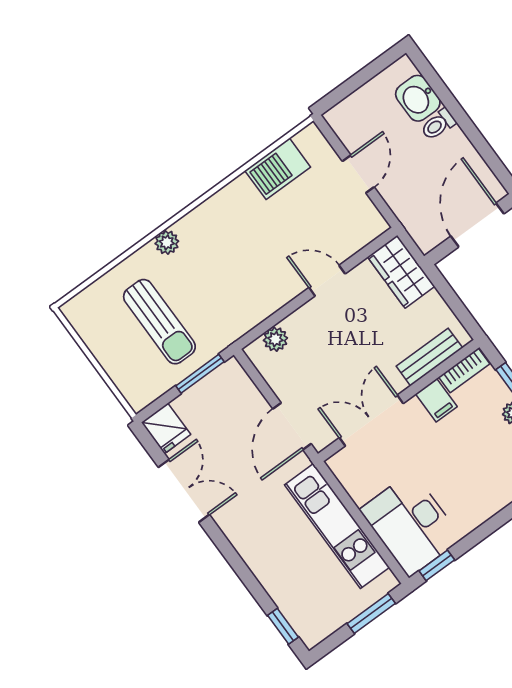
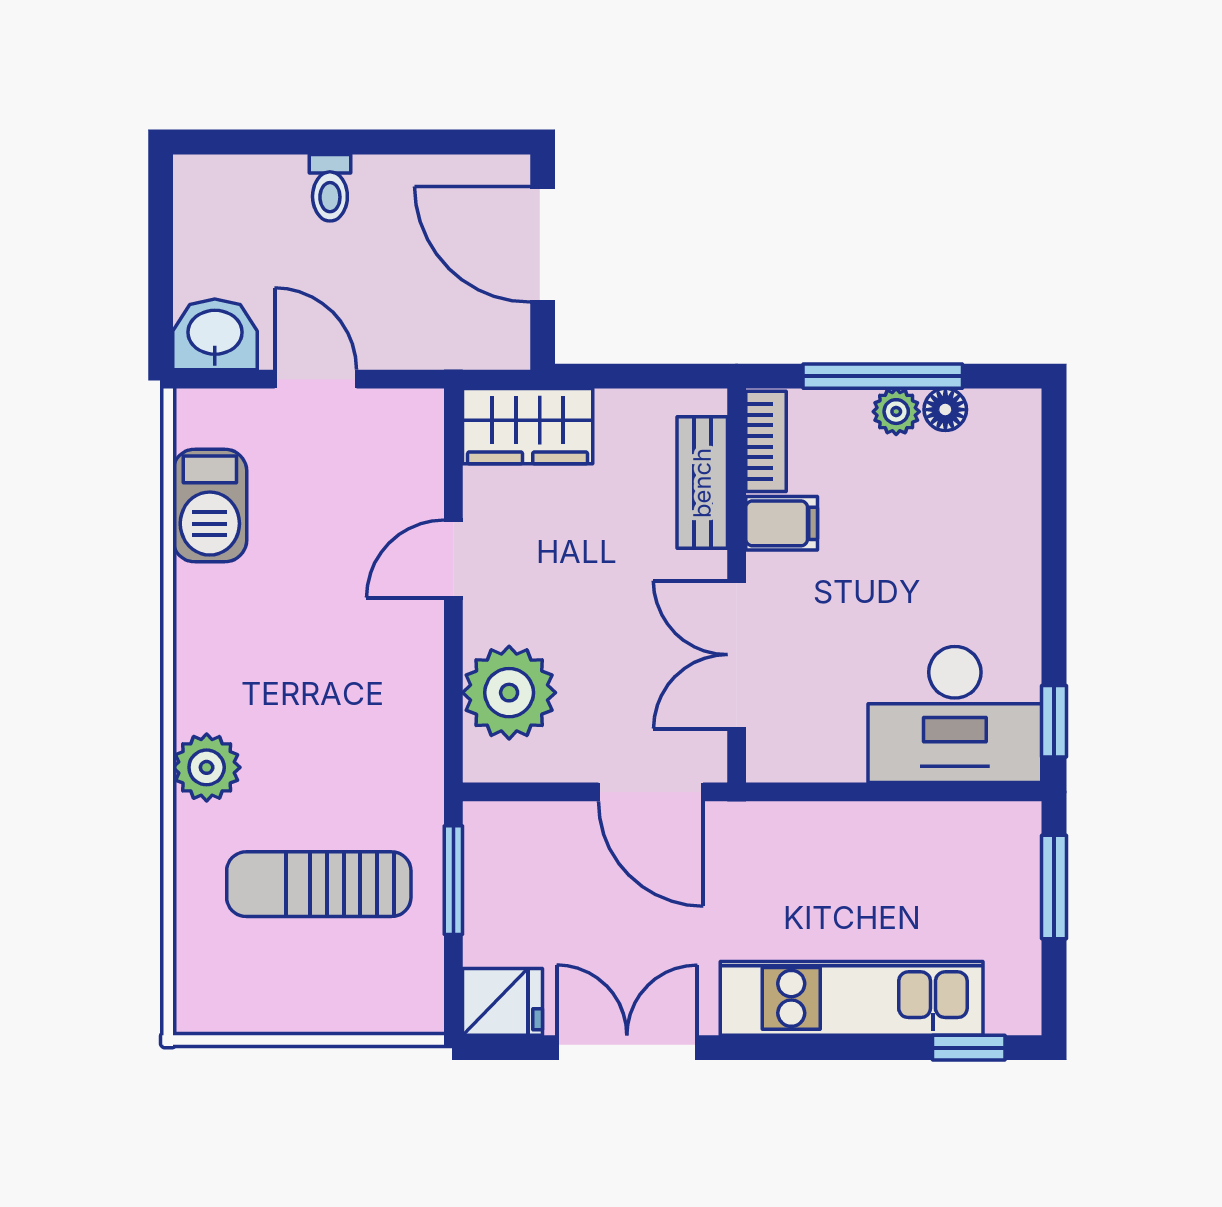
washbasin: (418, 98) -> (215, 334), moved, turned 180
plant: (167, 242) -> (207, 767), width x1.38, depth x1.38
sun lounger: (159, 322) -> (319, 884), turned 180
plant: (275, 339) -> (509, 693), width x1.88, depth x1.88
kitchen unit: (337, 526) -> (852, 998), moved, turned 180

